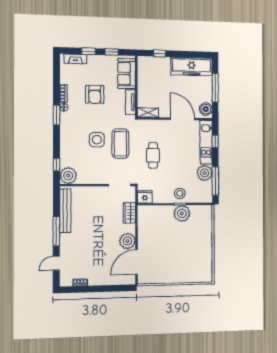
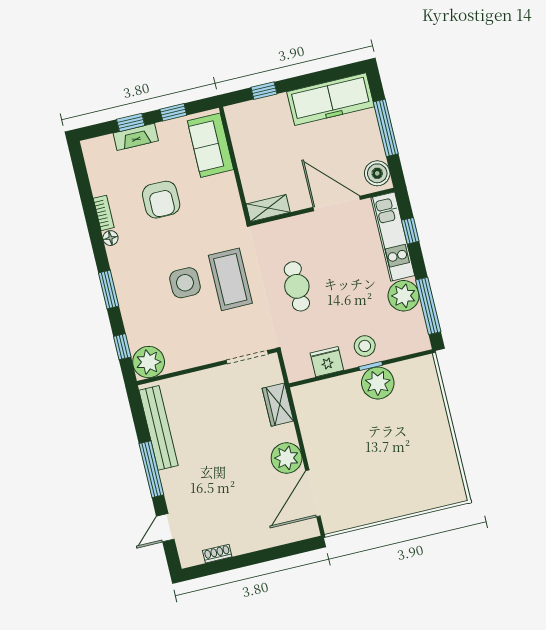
fireplace: (75, 59) -> (136, 137), moved
tv unit: (130, 102) -> (231, 197), removed
window: (56, 115) -> (109, 290), moved
fridge: (145, 197) -> (327, 362), moved

